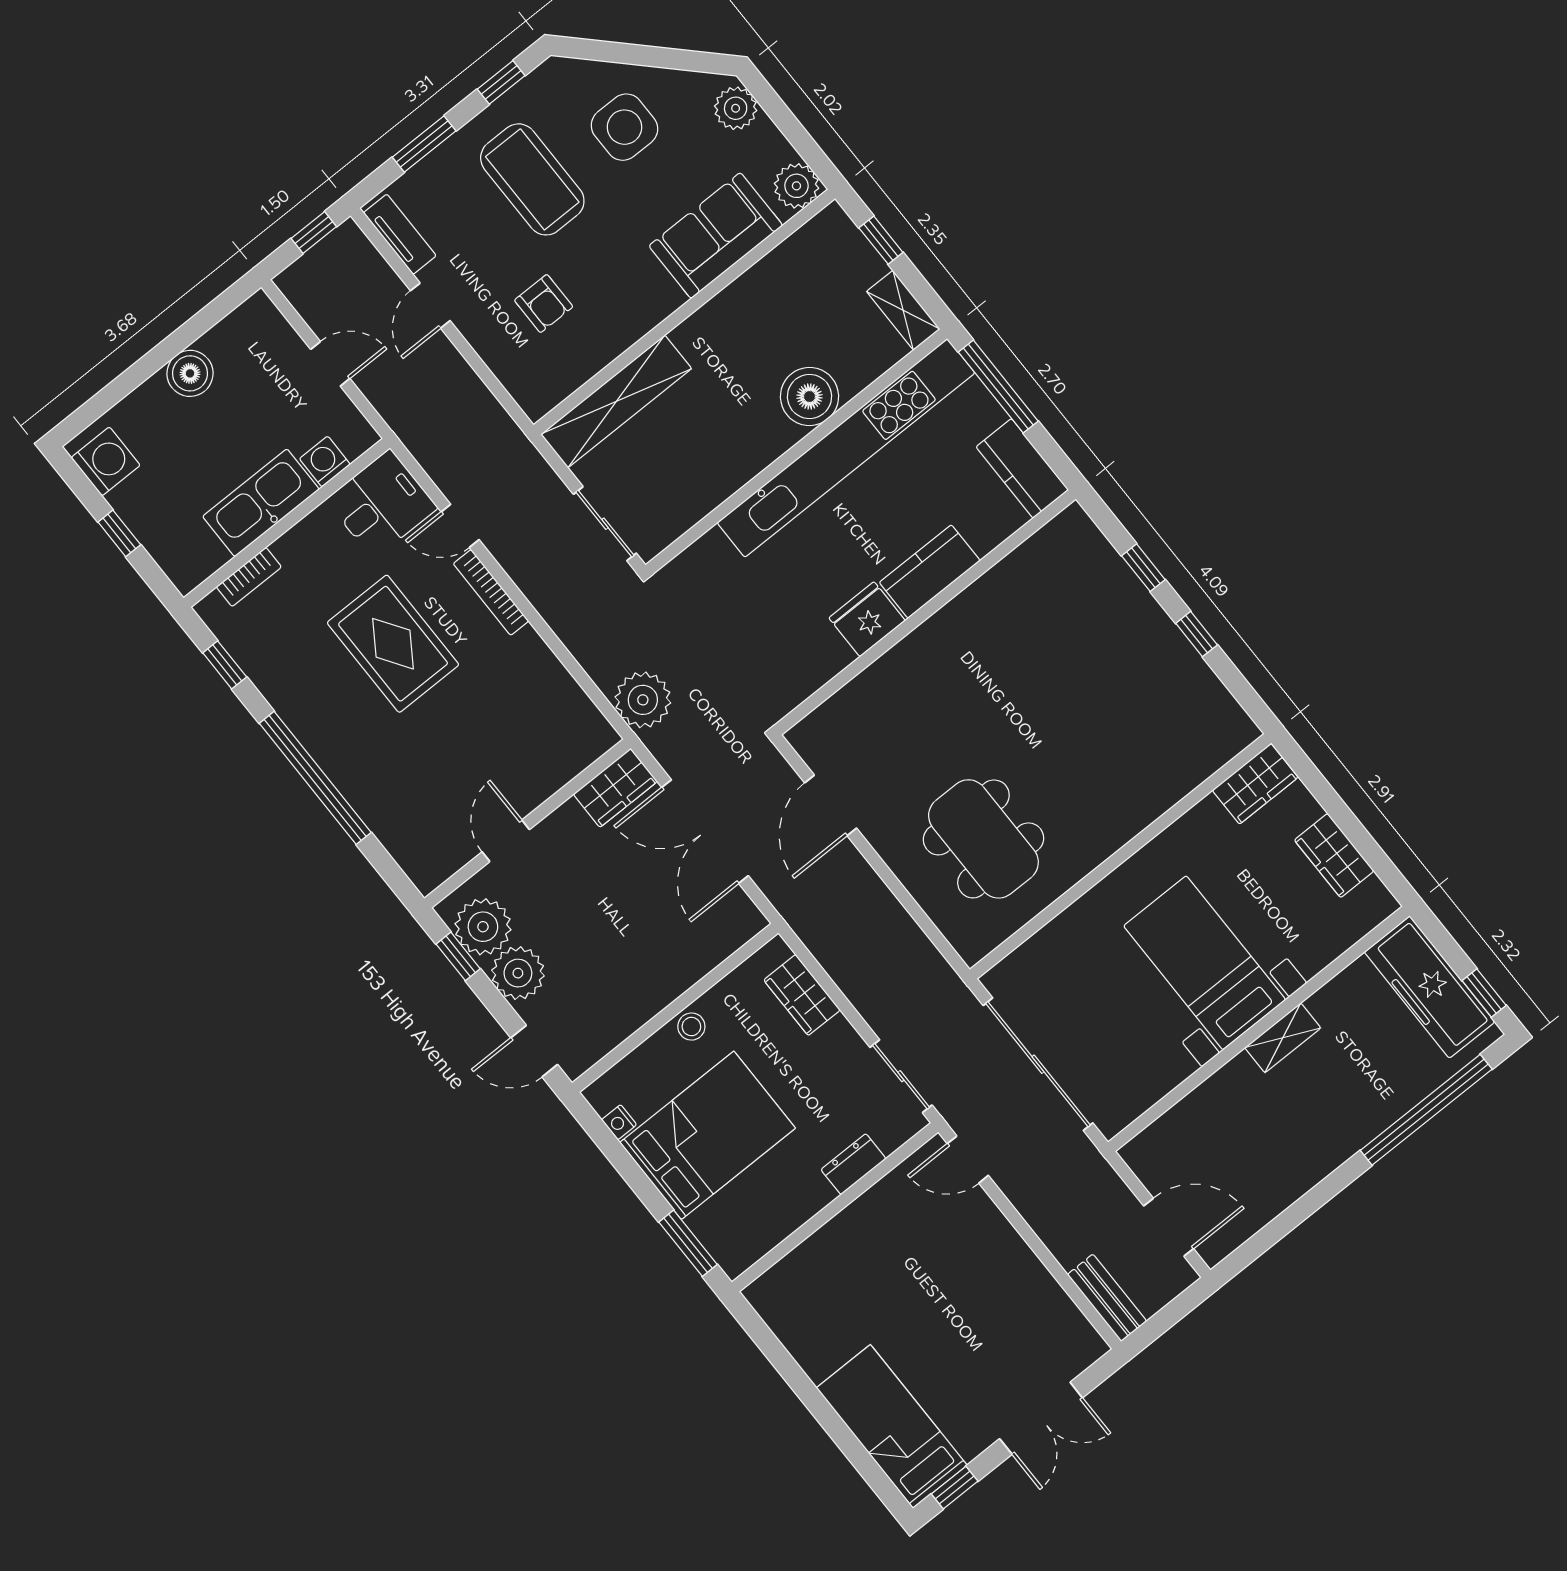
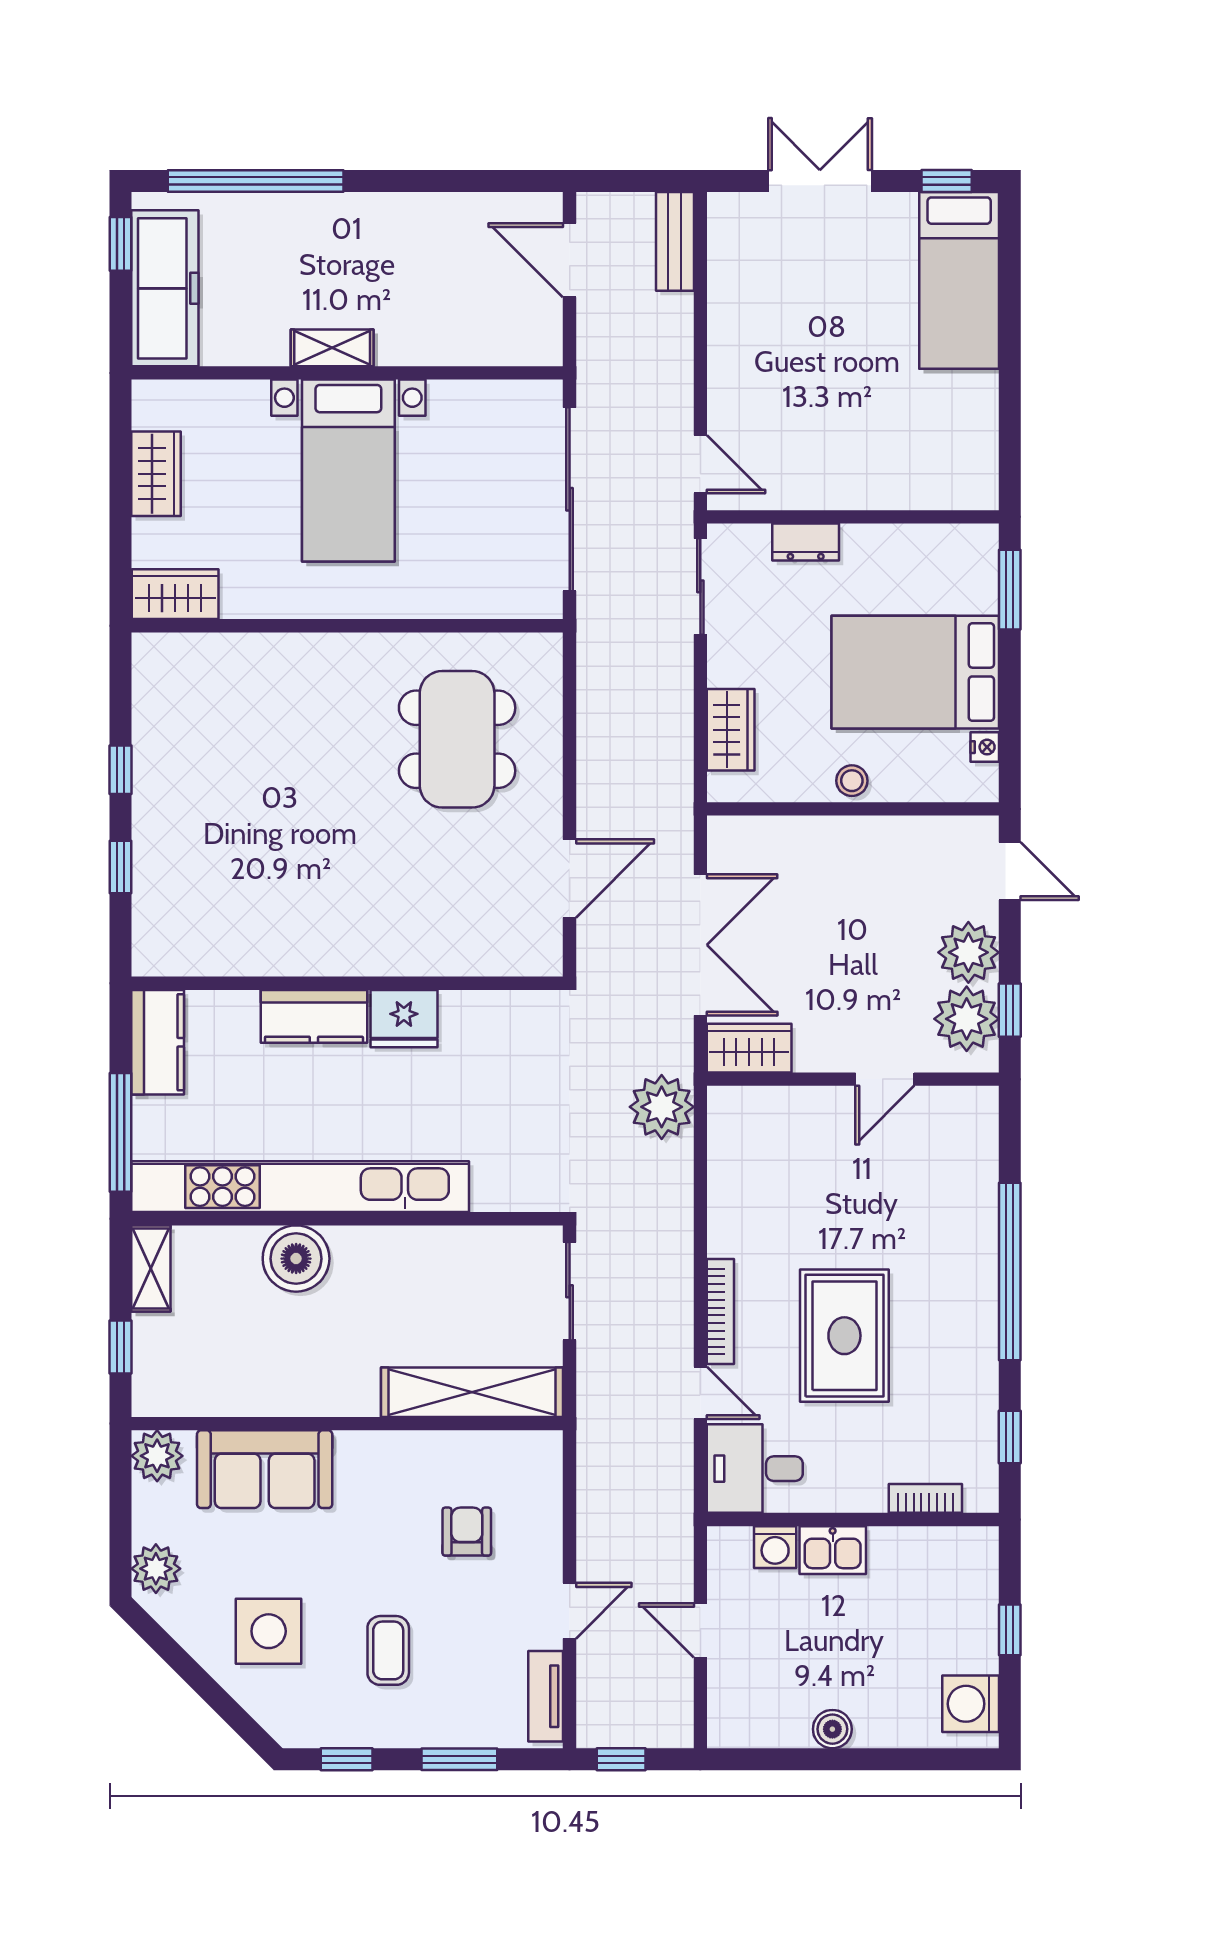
coffee table: (532, 179) -> (388, 1650), width x0.54, depth x0.58
boiler: (190, 373) -> (832, 1729), width x0.73, depth x0.73
kitchen sink: (261, 503) -> (833, 1550), width x0.53, depth x0.81

